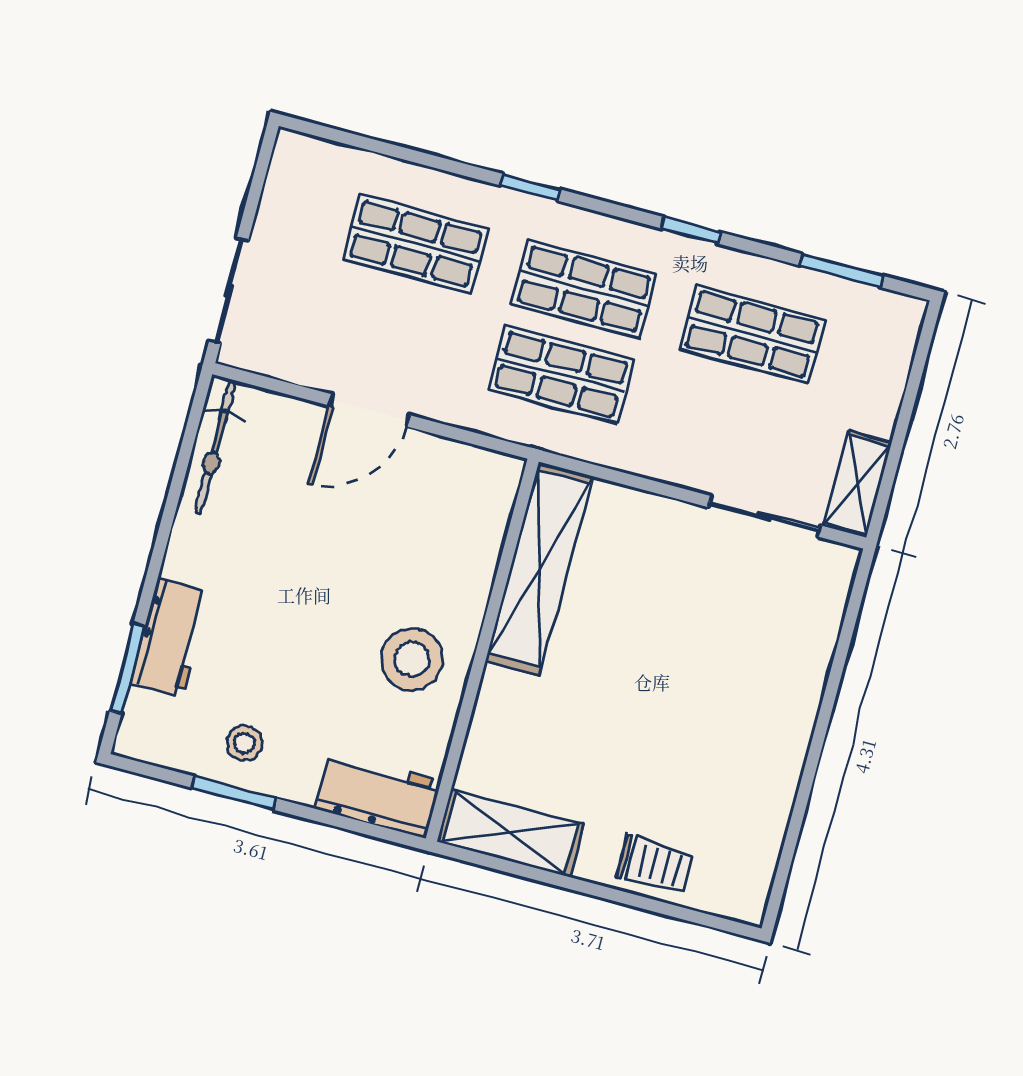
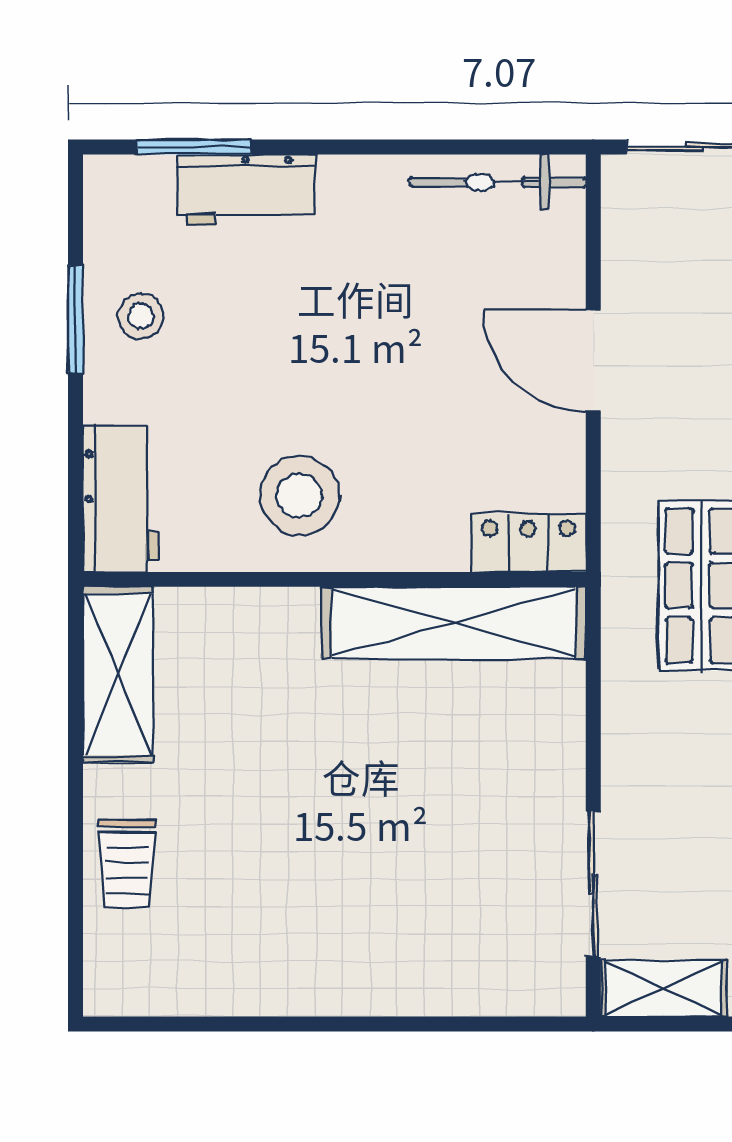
locker: (494, 496) -> (528, 543), added

